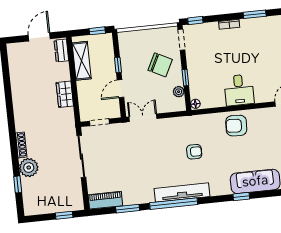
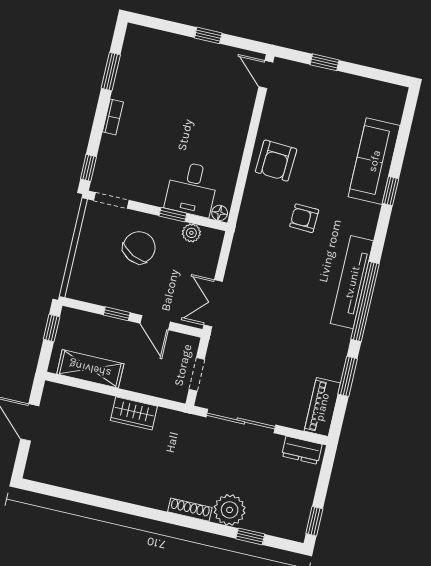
dresser: (61, 51) -> (302, 450), moved
desk: (239, 90) -> (192, 189), moved, turned 90
armchair: (194, 152) -> (304, 218), moved, turned -88
window: (64, 215) -> (314, 521), moved

